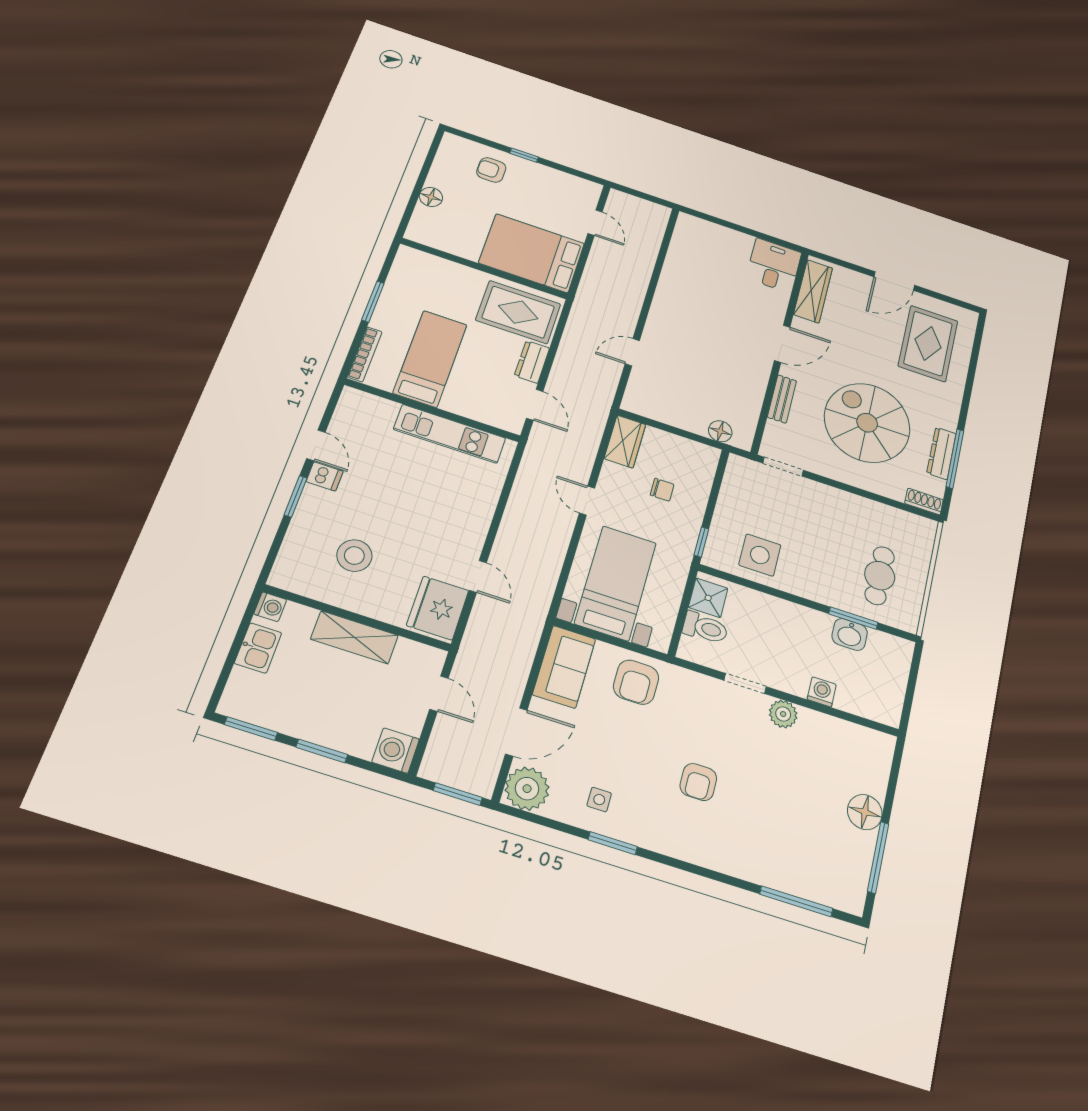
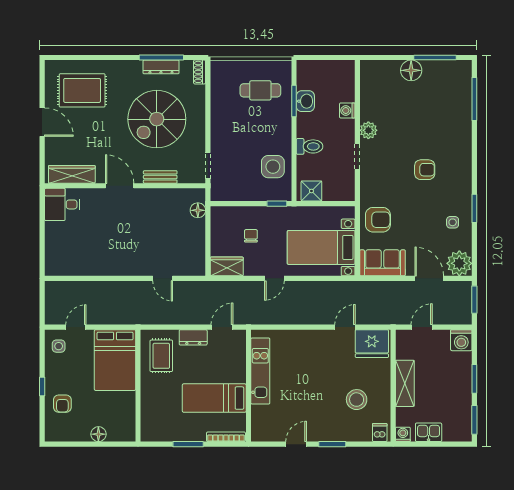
side table: (575, 193) -> (59, 346), added
rug: (518, 312) -> (161, 356), width x0.73, depth x0.70
dishwasher: (325, 476) -> (380, 432), moved
toilet: (705, 628) -> (310, 146), moved, turned 90

